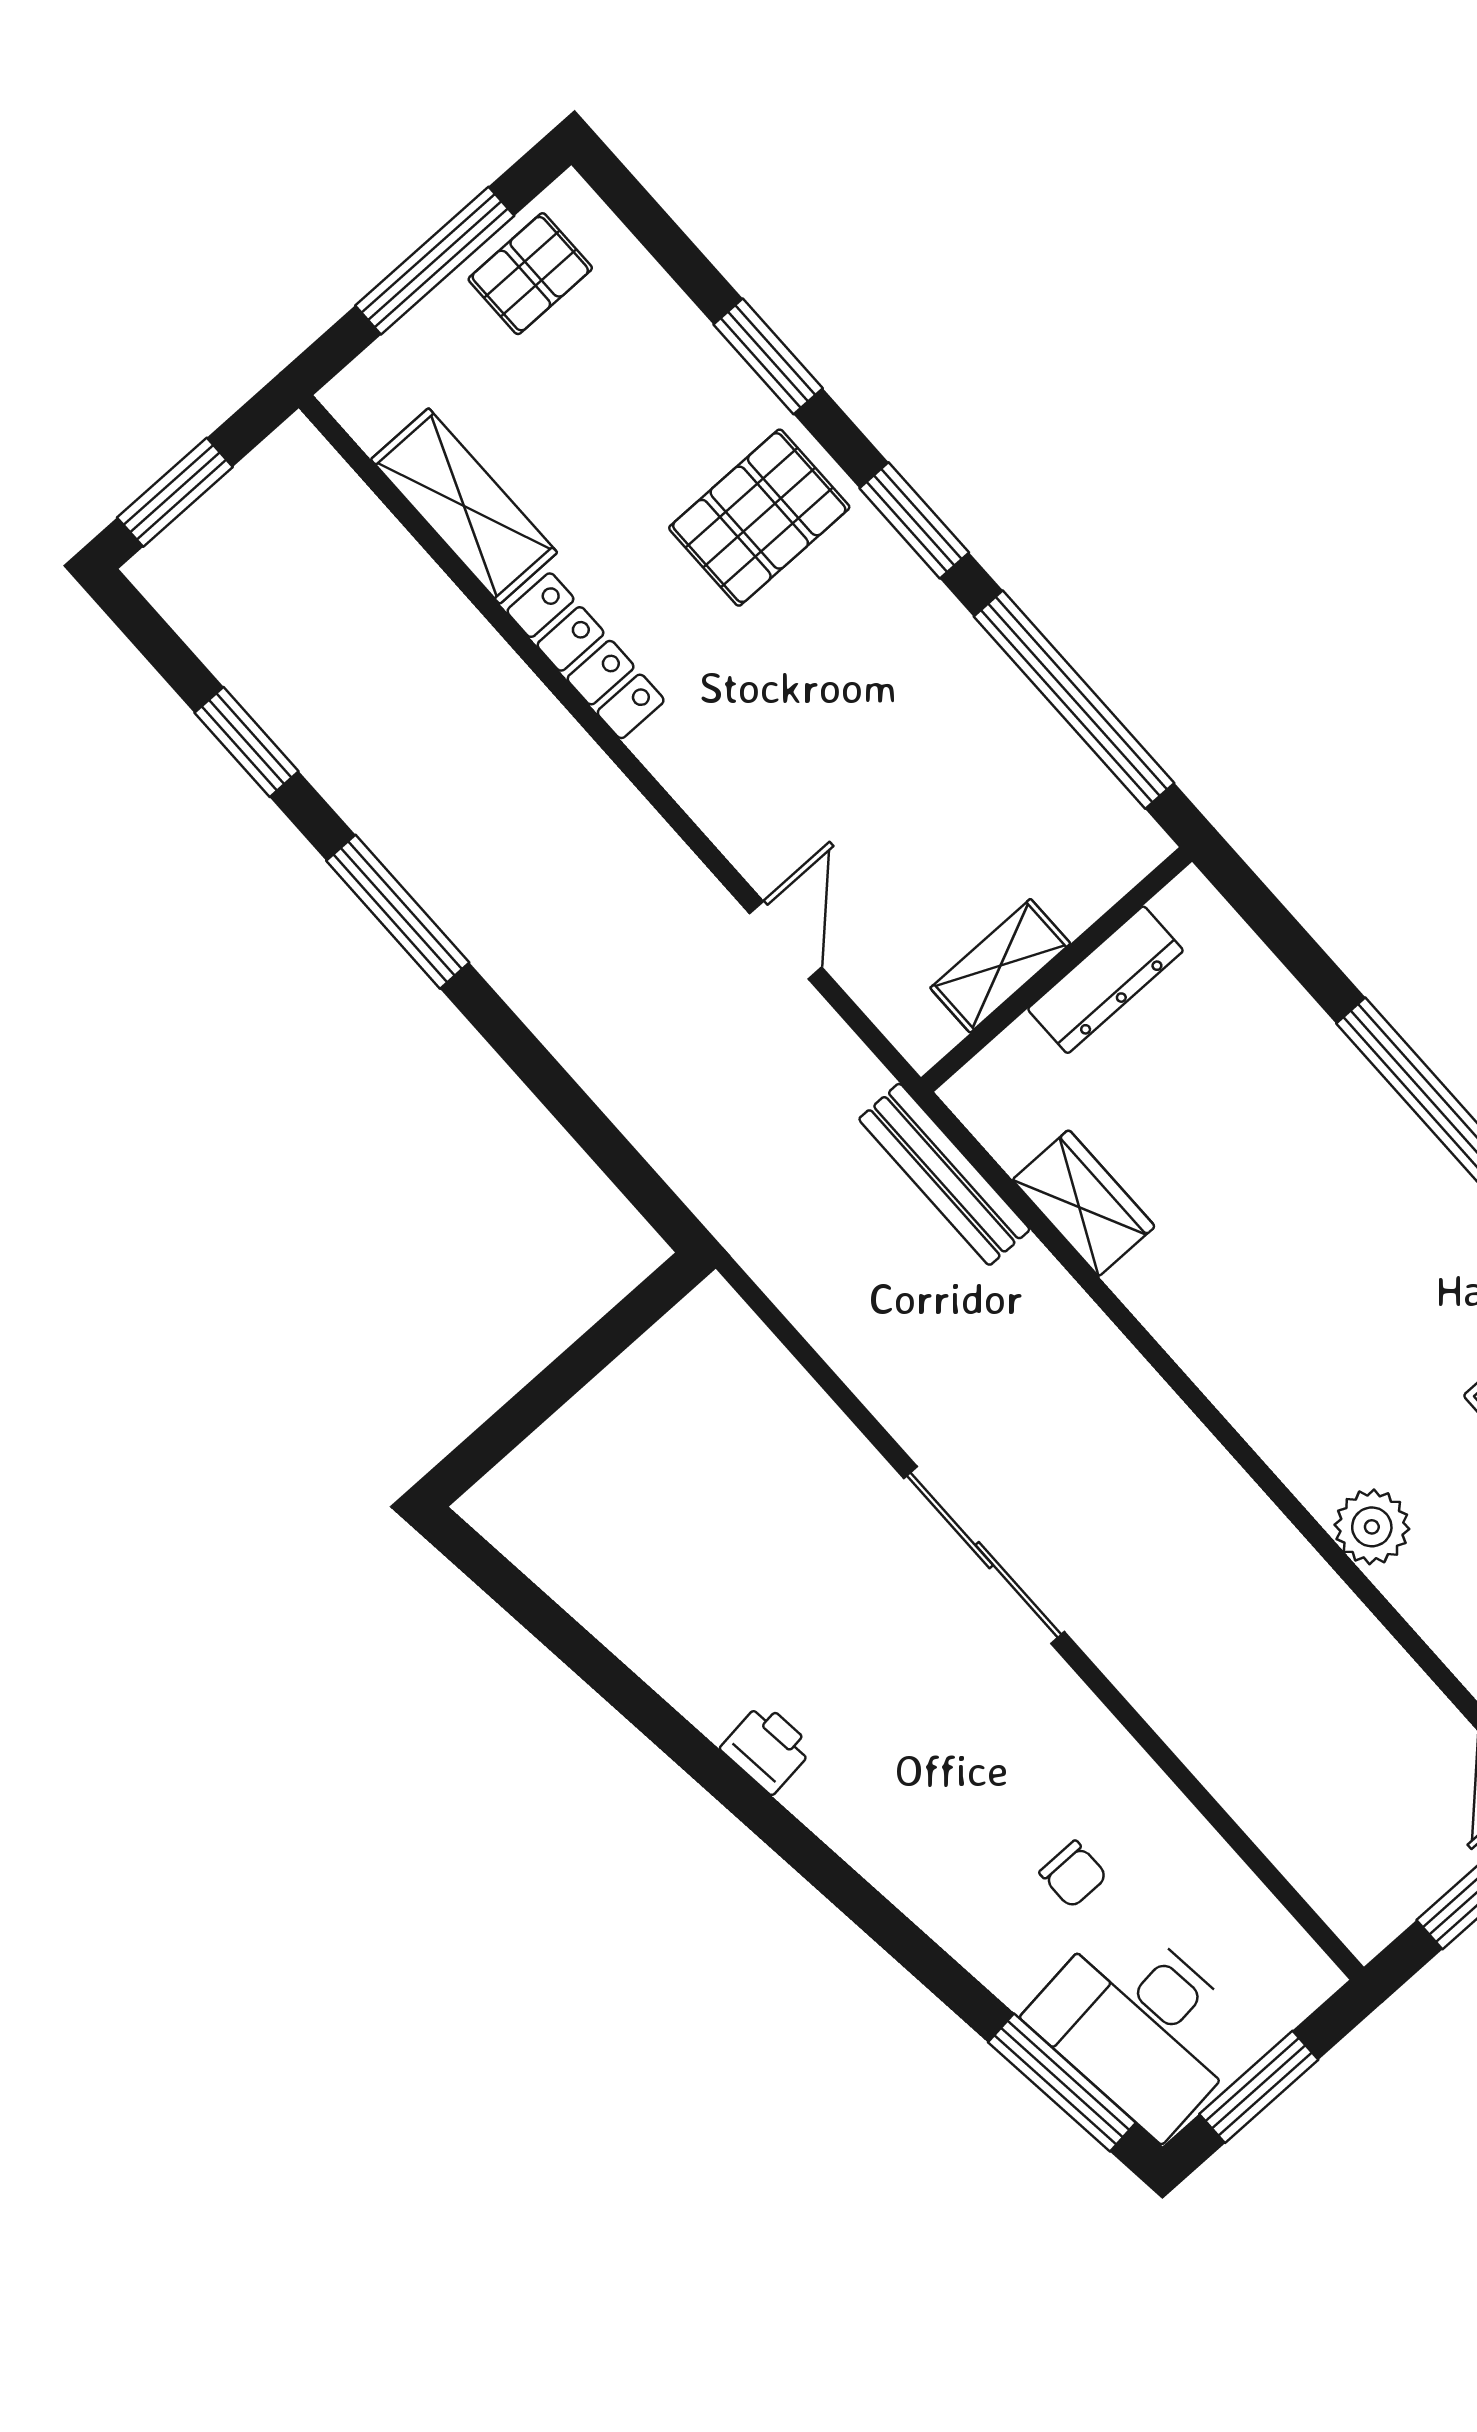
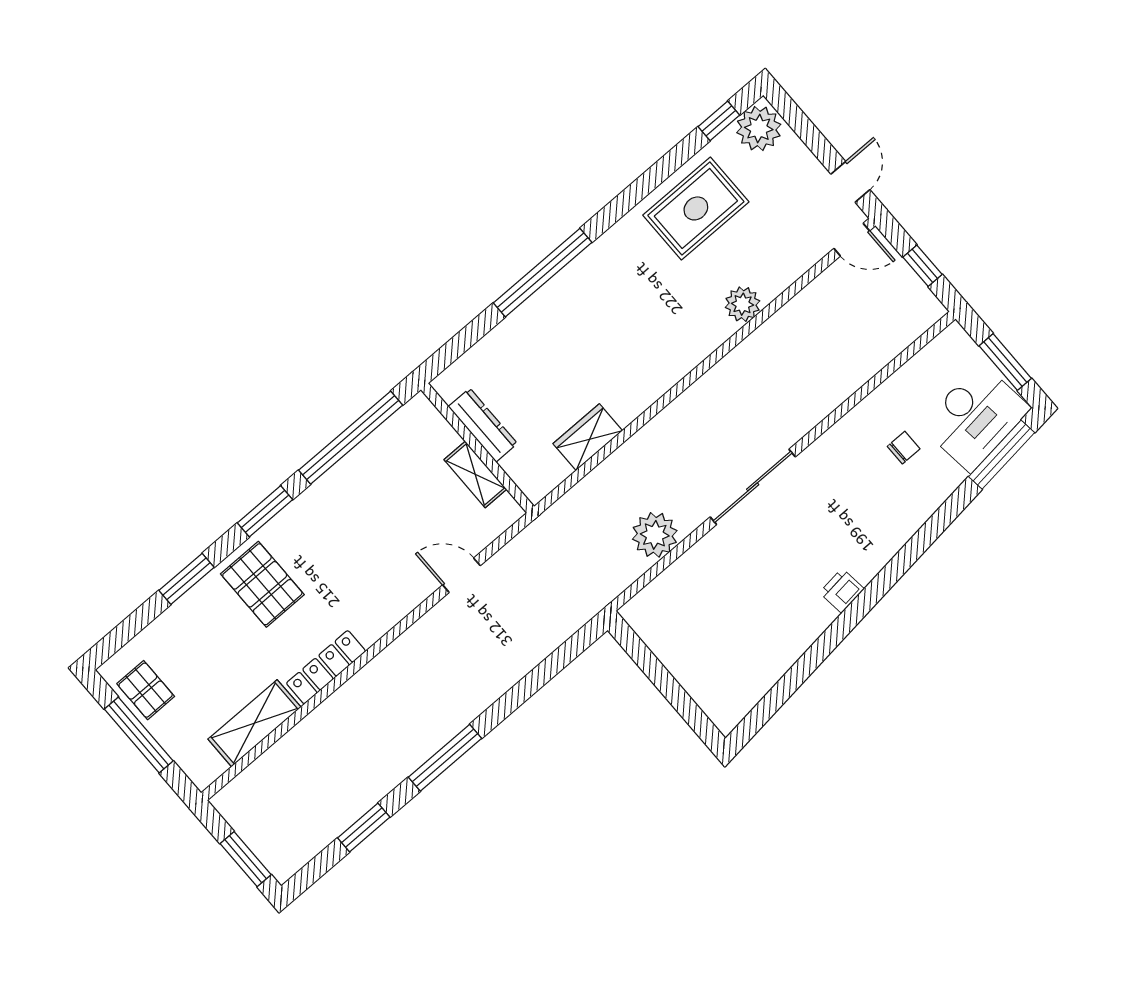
bench: (944, 1174) -> (573, 503), removed
plant: (879, 1349) -> (655, 535), added

